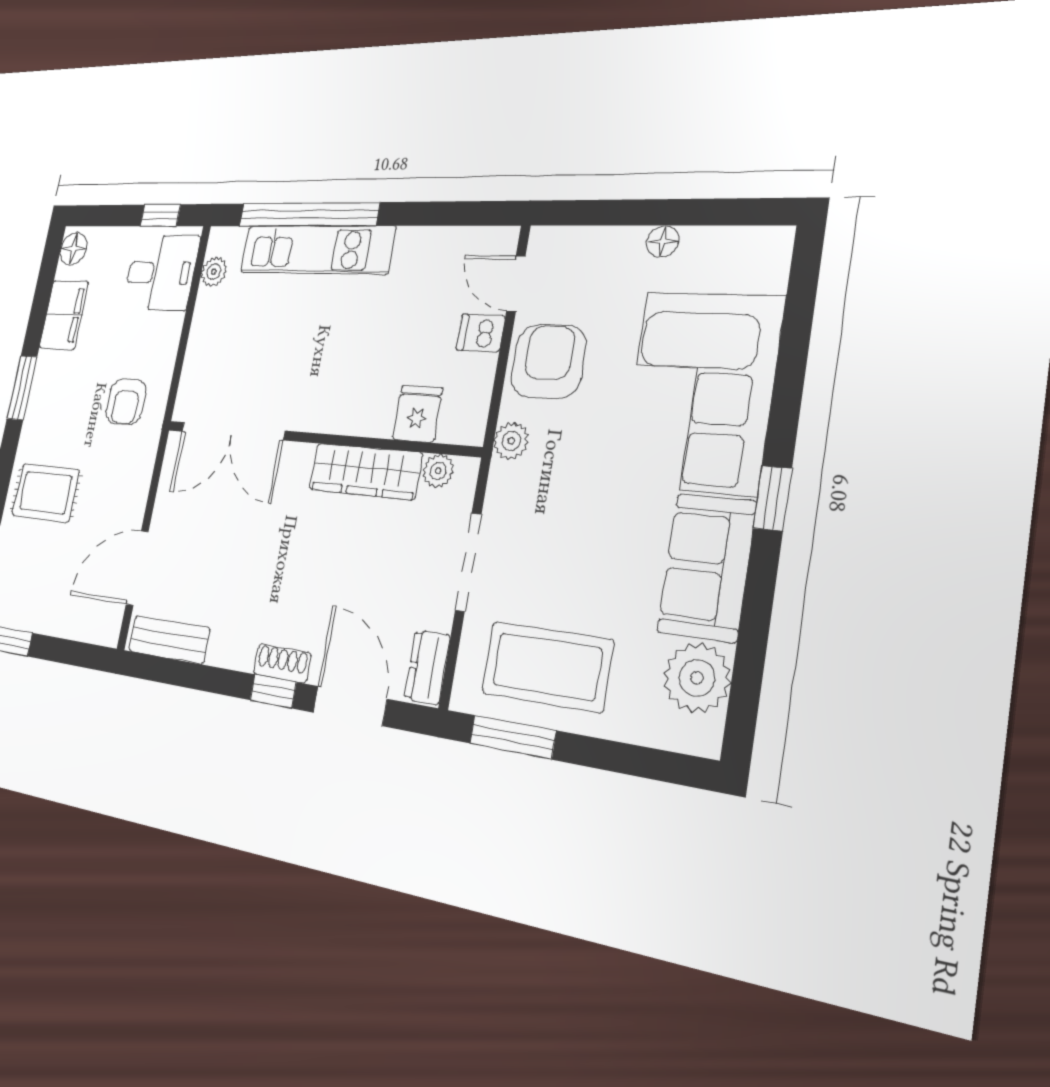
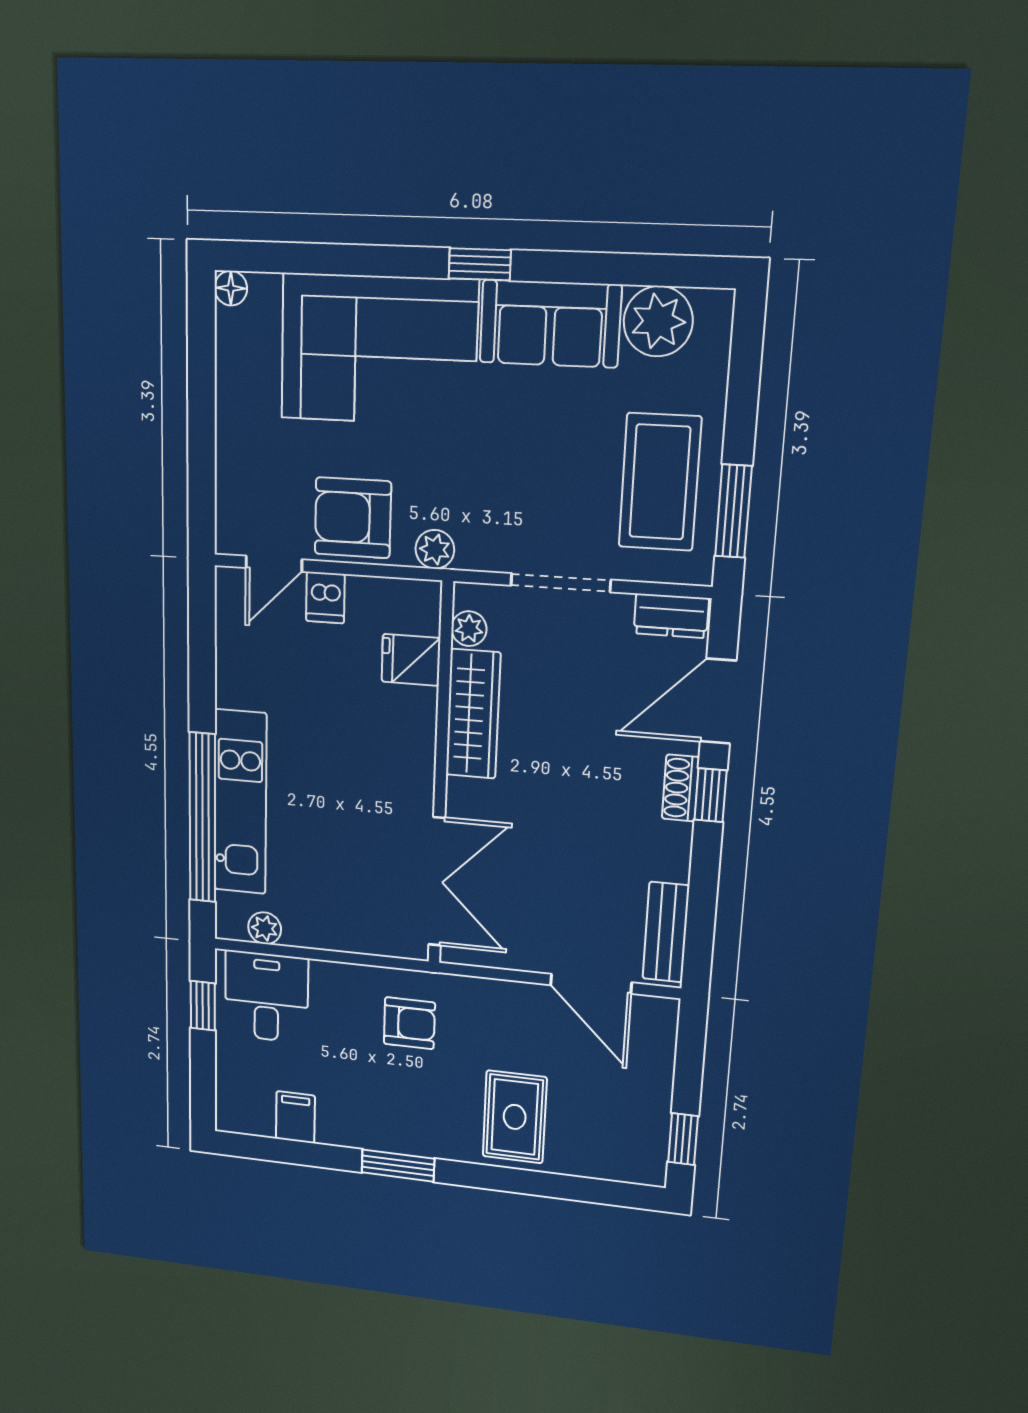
floor lamp: (663, 241) -> (231, 288), moved
floor lamp: (73, 249) -> (240, 1117), removed
filing cabinet: (64, 315) -> (295, 1117), width x0.50

